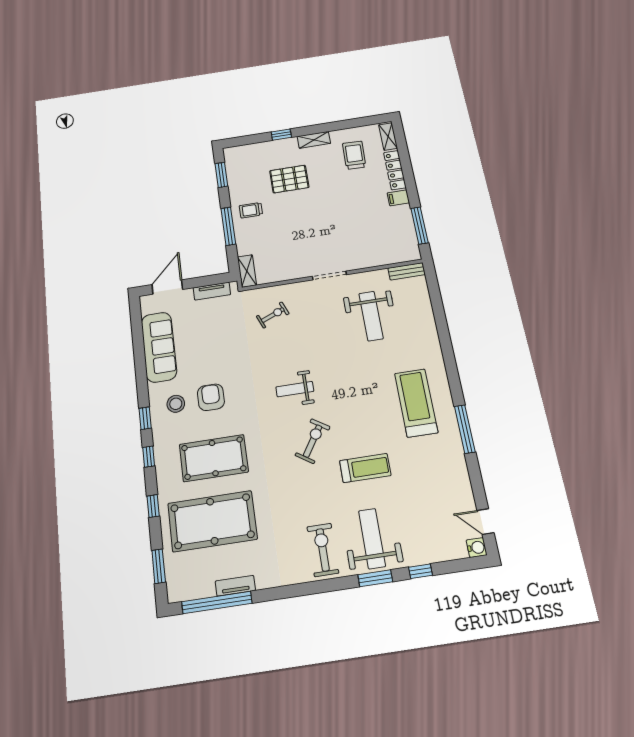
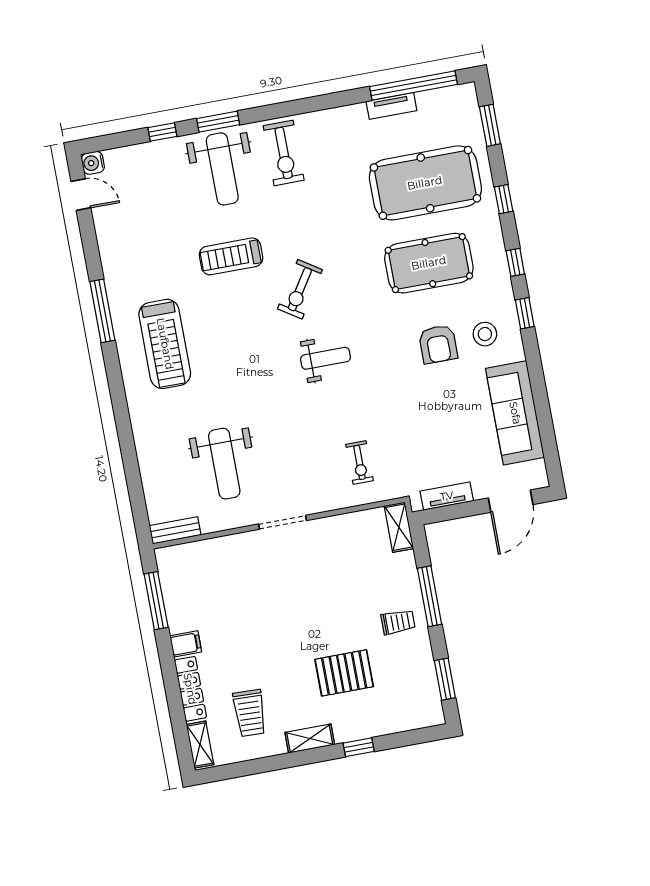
exercise bike: (273, 315) -> (360, 462), turned -68
weight bench: (371, 316) -> (224, 464), turned 180

